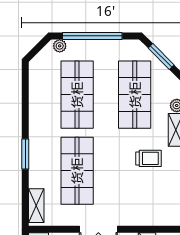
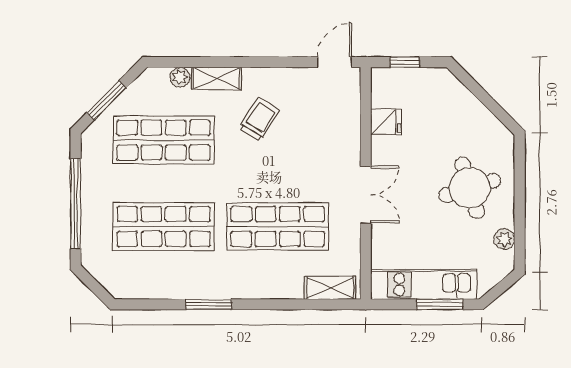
plant: (60, 46) -> (90, 253), removed
window: (25, 154) -> (209, 304), moved
trolley: (149, 158) -> (259, 119), turned 32

